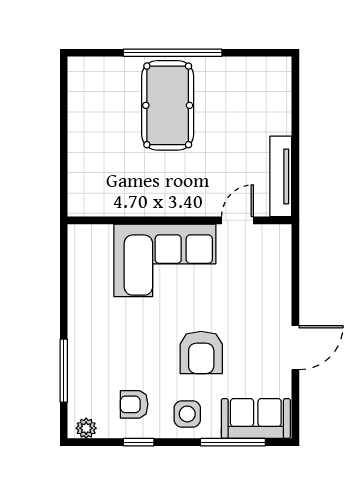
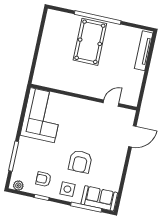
tv unit: (281, 176) -> (144, 51), moved
corner sofa: (165, 260) -> (42, 115), moved, turned -90
door: (295, 348) -> (132, 136), moved

